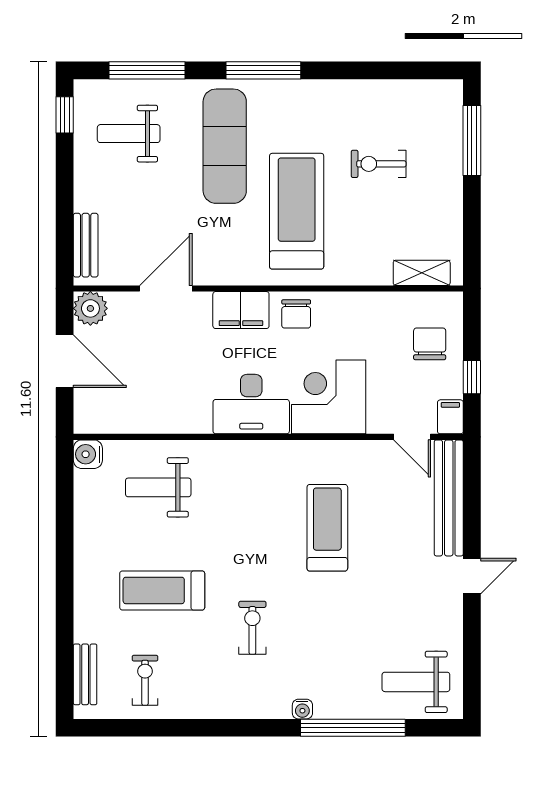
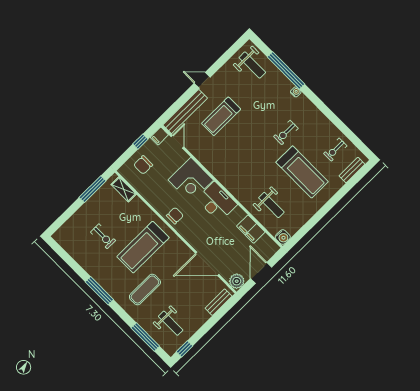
window: (263, 70) -> (99, 291), moved
window: (472, 141) -> (93, 189), moved
exercise mat: (225, 146) -> (145, 290), width x0.73, depth x0.69
door: (166, 289) -> (207, 264), width x1.36
filing cabinet: (241, 310) -> (251, 229), moved, turned 180
treadmill: (327, 528) -> (221, 116), moved
treadmill: (162, 590) -> (302, 172), width x1.37, depth x1.38

